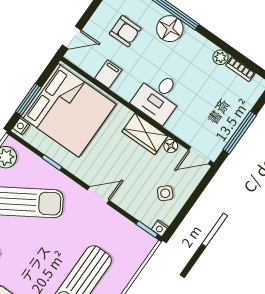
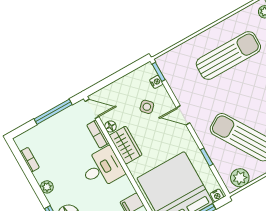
plant: (220, 57) -> (47, 187), moved
bookcase: (180, 131) -> (98, 134), added
side table: (165, 193) -> (147, 107), moved
nightstand: (160, 228) -> (156, 82), moved

